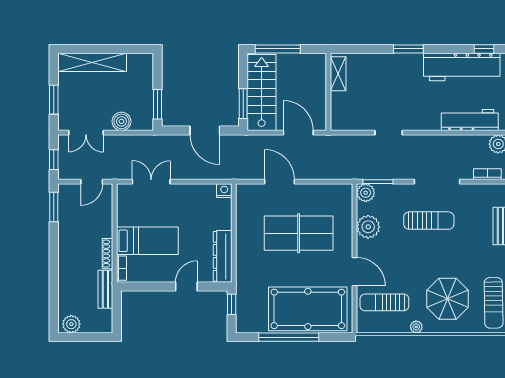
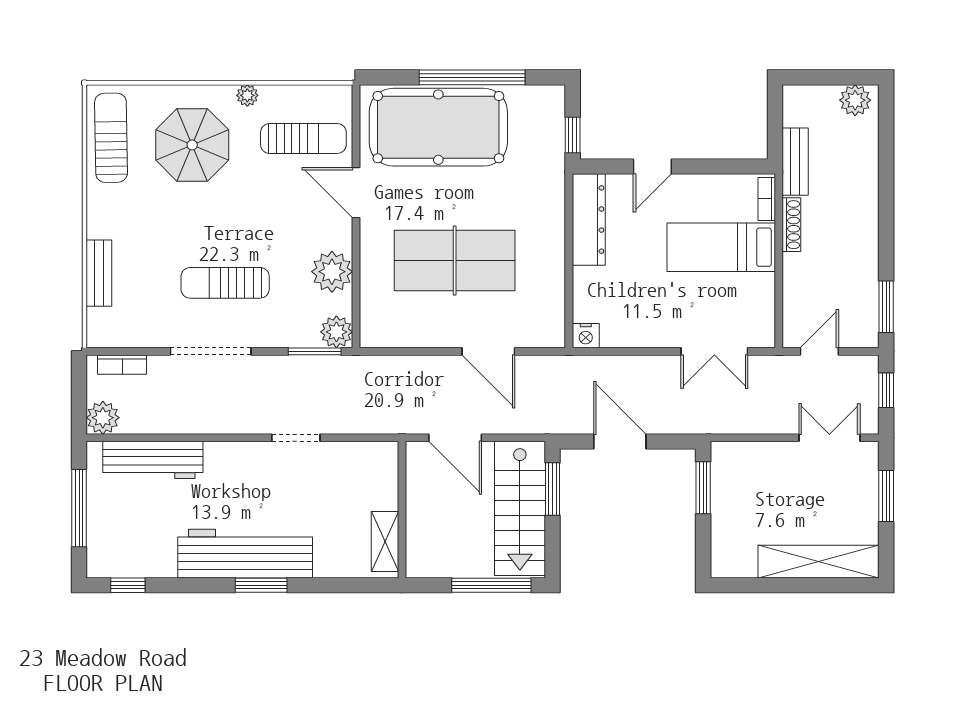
workbench: (462, 67) -> (245, 554), moved
boiler: (121, 121) -> (767, 458), removed

